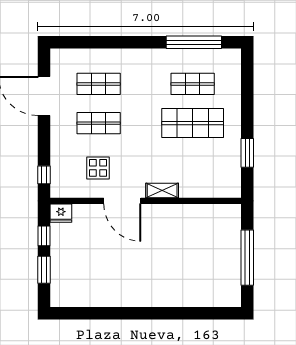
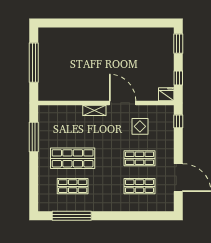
window: (247, 153) -> (34, 137), width x1.44
window: (44, 270) -> (178, 44), moved

